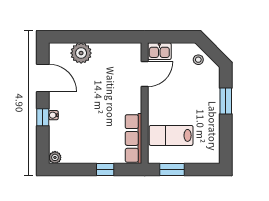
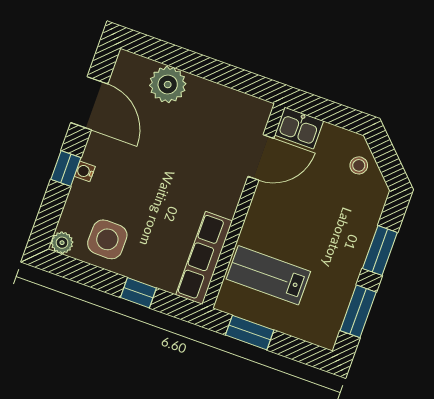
window: (226, 138) -> (358, 311), added
side table: (78, 147) -> (107, 239), added

